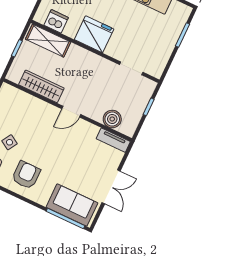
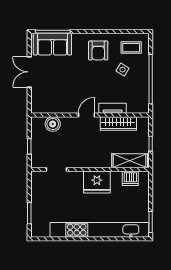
tv unit: (113, 140) -> (113, 108), moved

